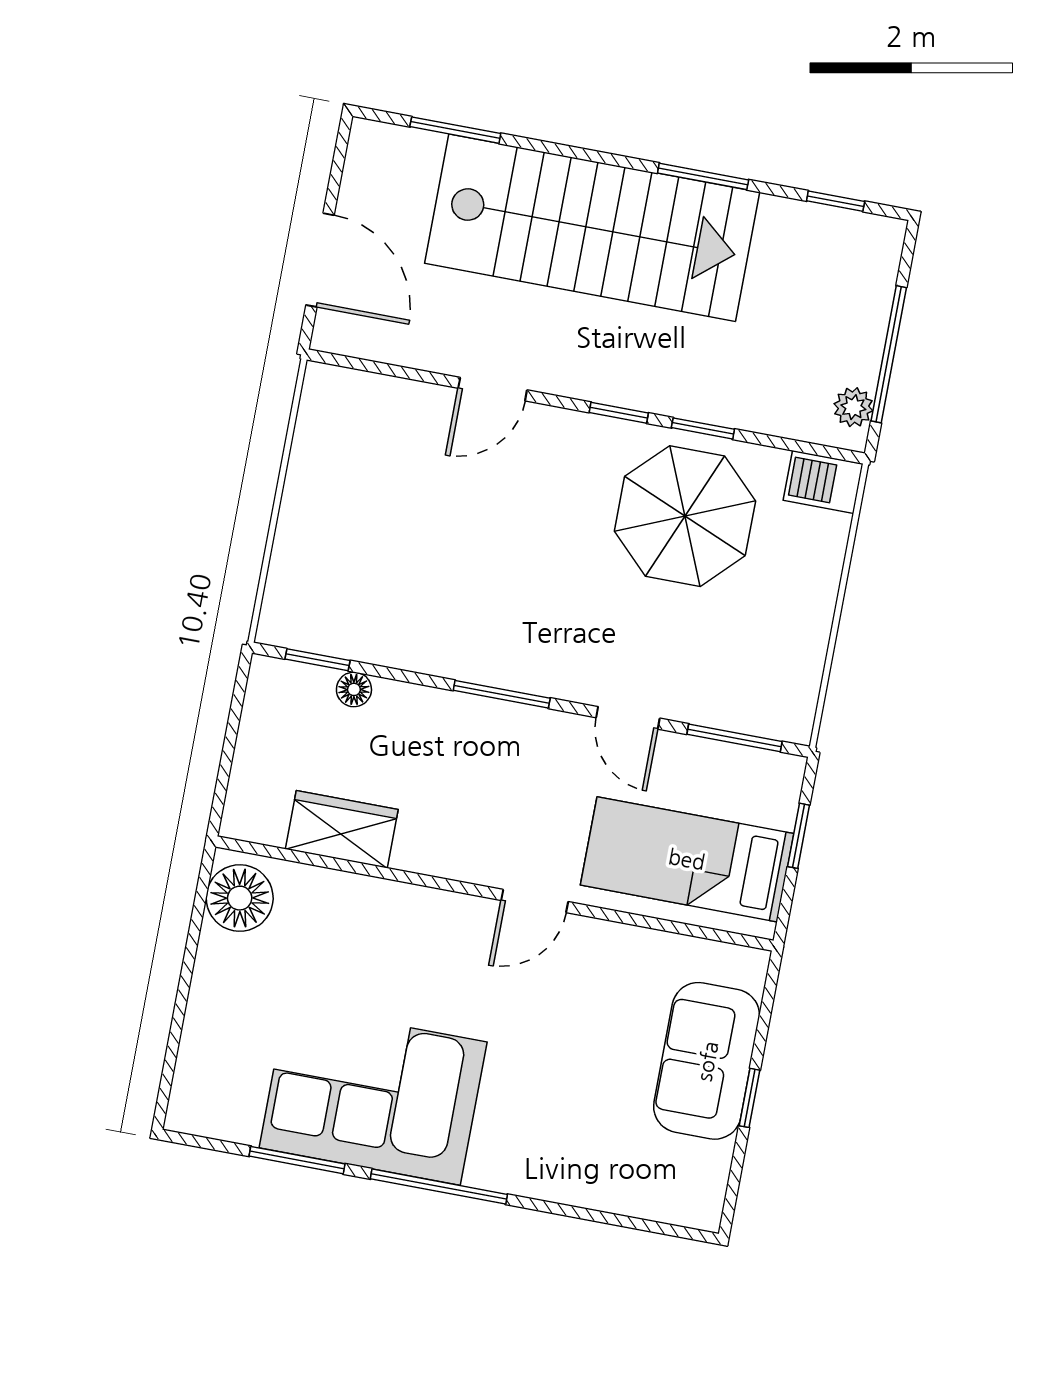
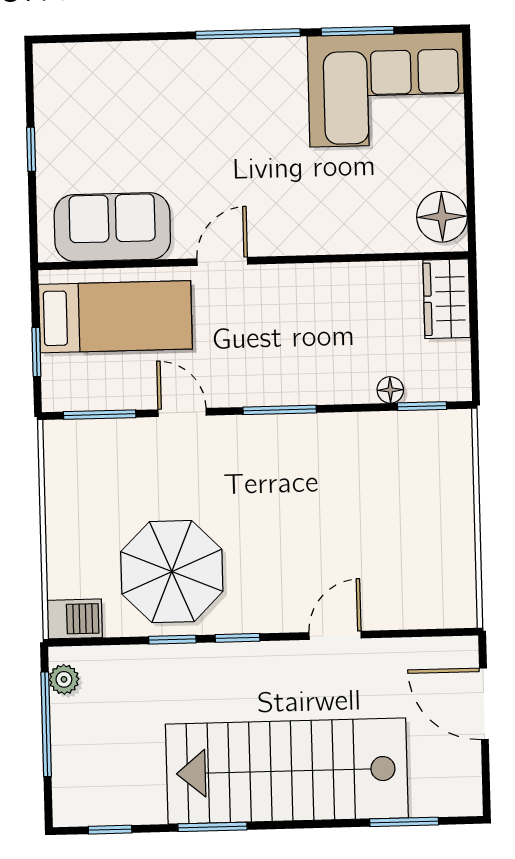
wardrobe: (342, 829) -> (447, 299), moved, turned 90
sofa: (707, 1061) -> (112, 227), moved, turned -90
corner sofa: (373, 1095) -> (386, 90), moved

